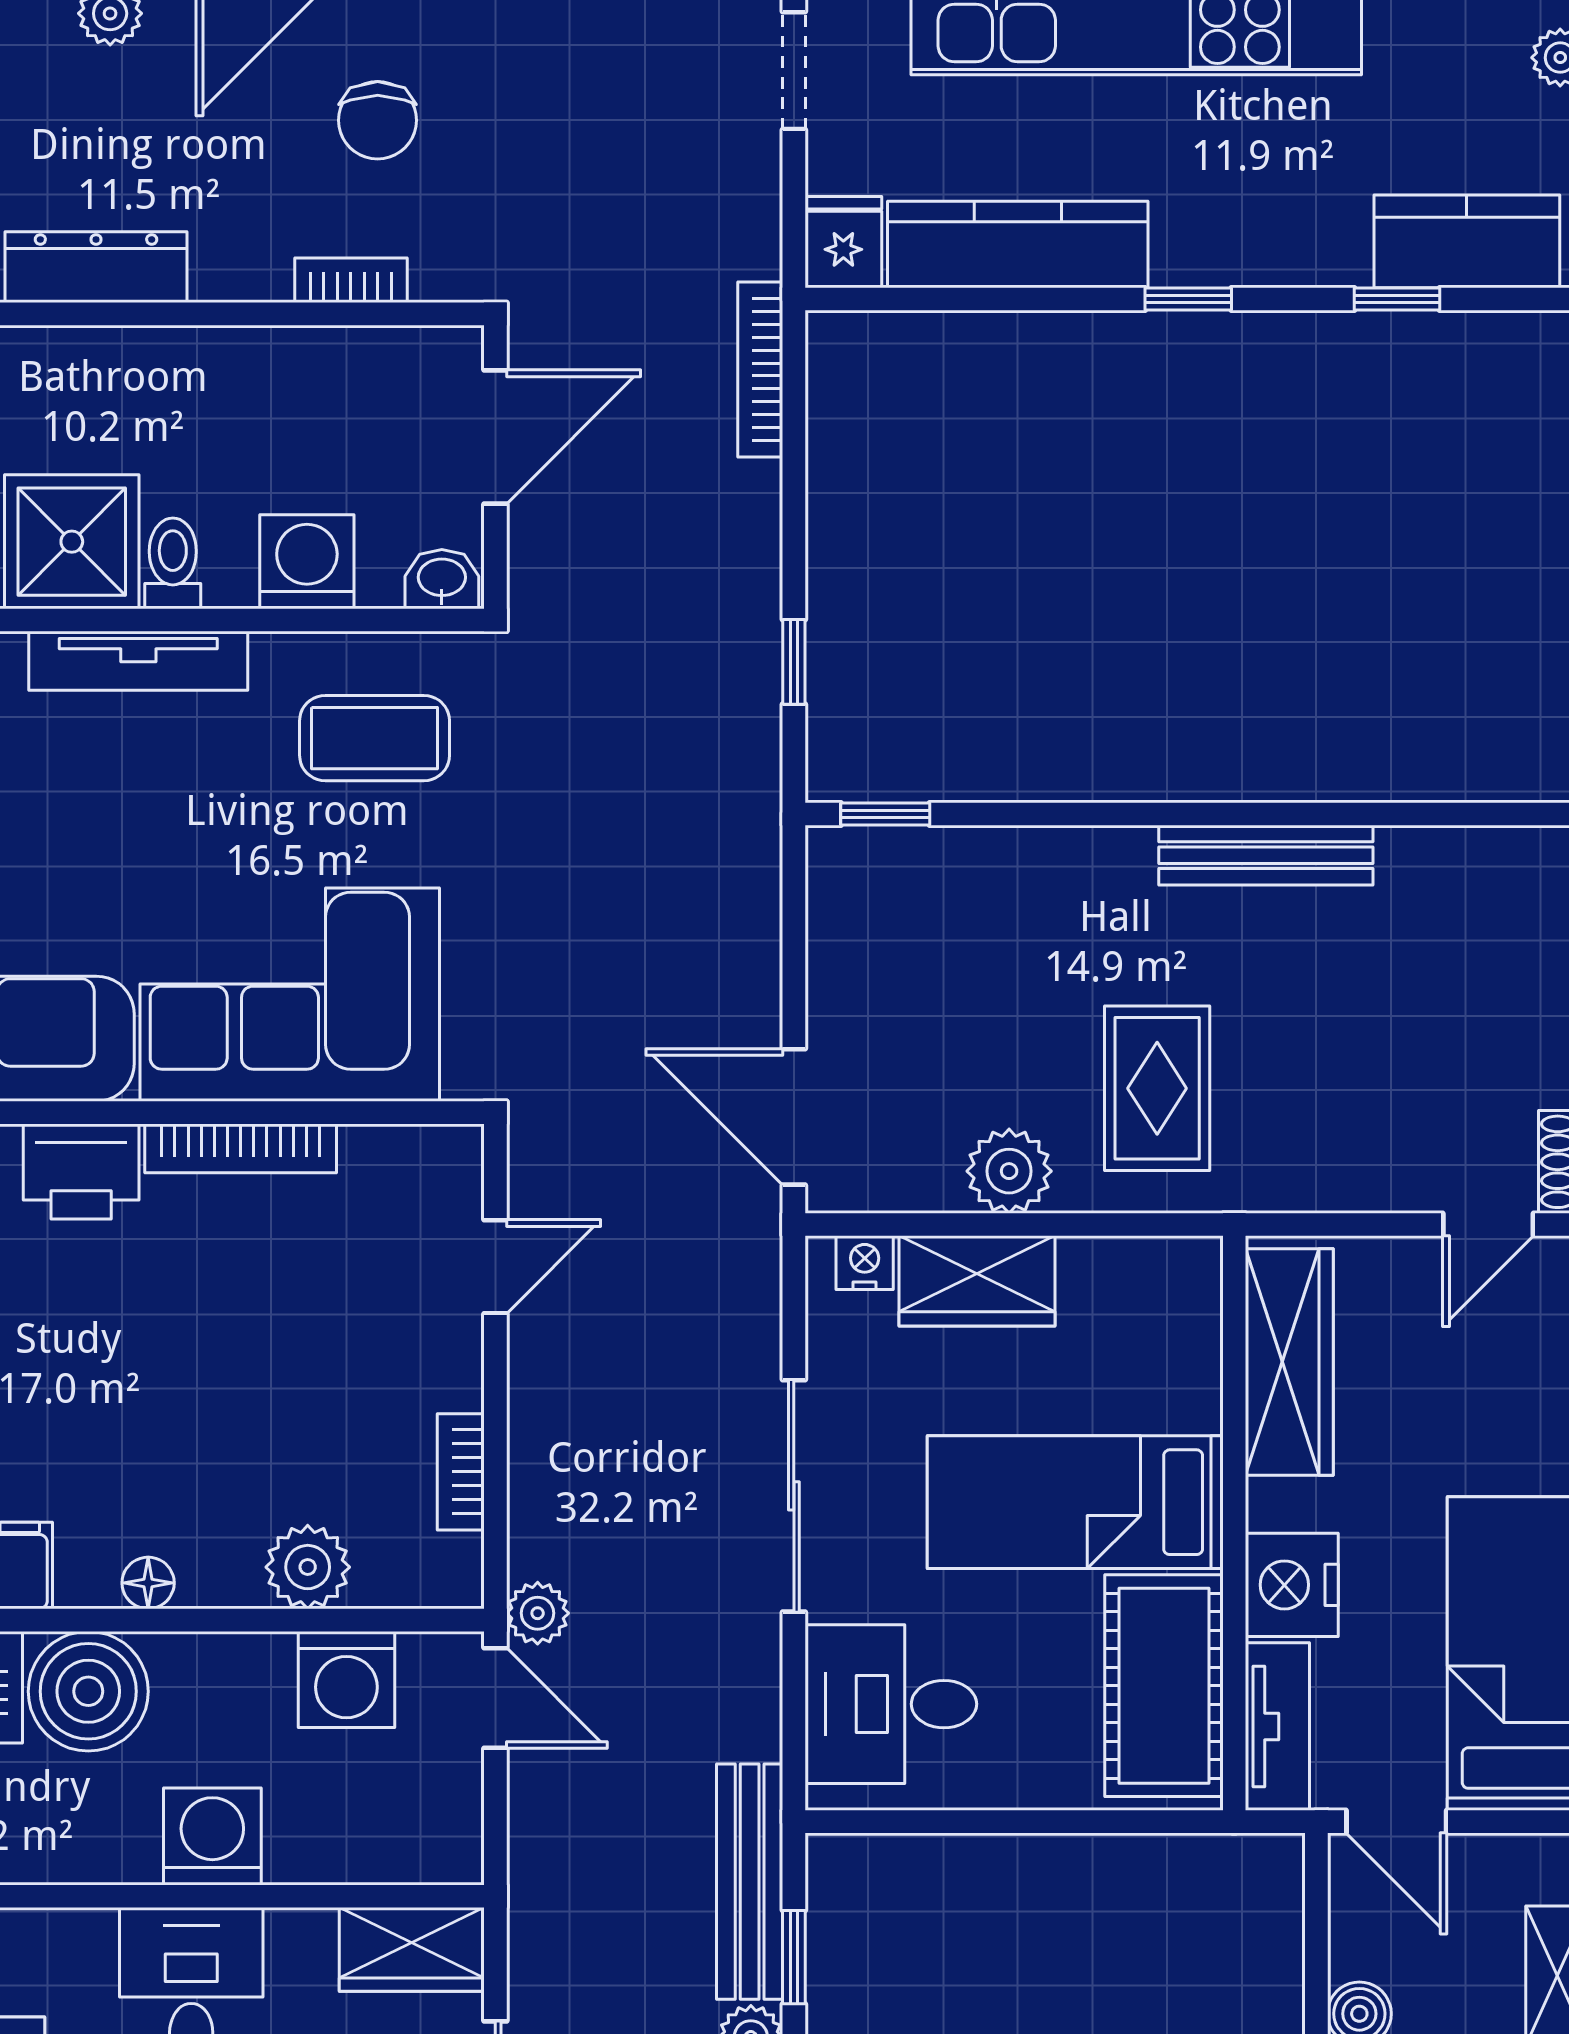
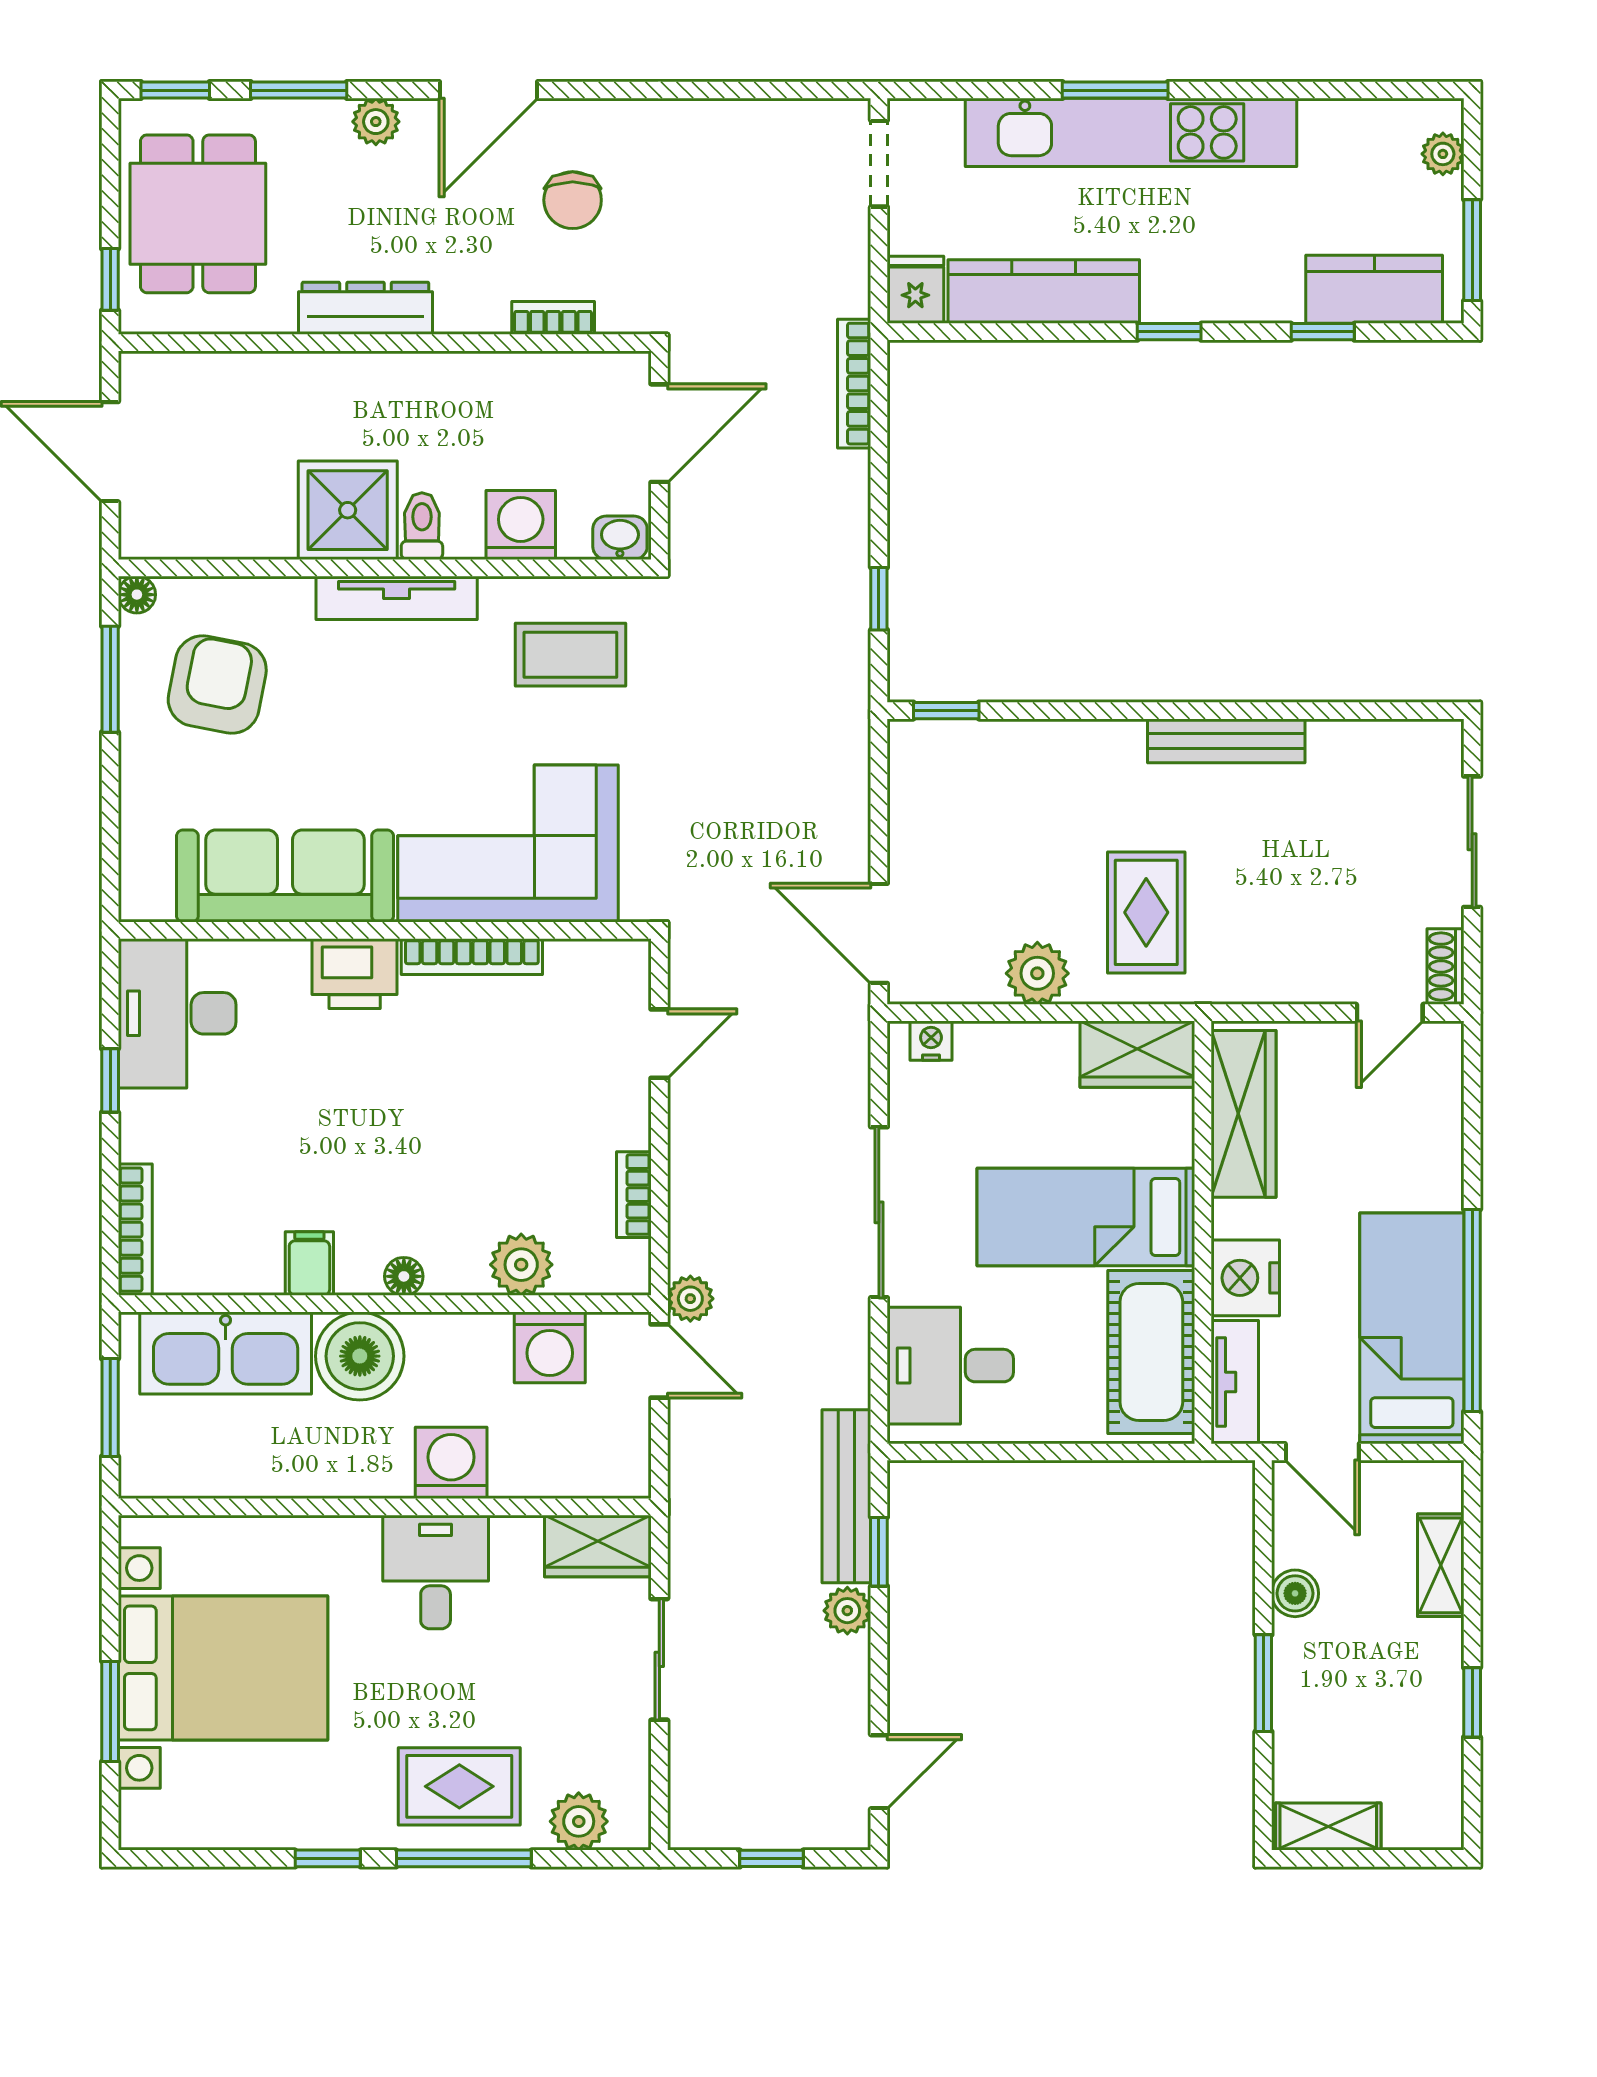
wardrobe: (977, 1281) -> (1137, 1054), moved

